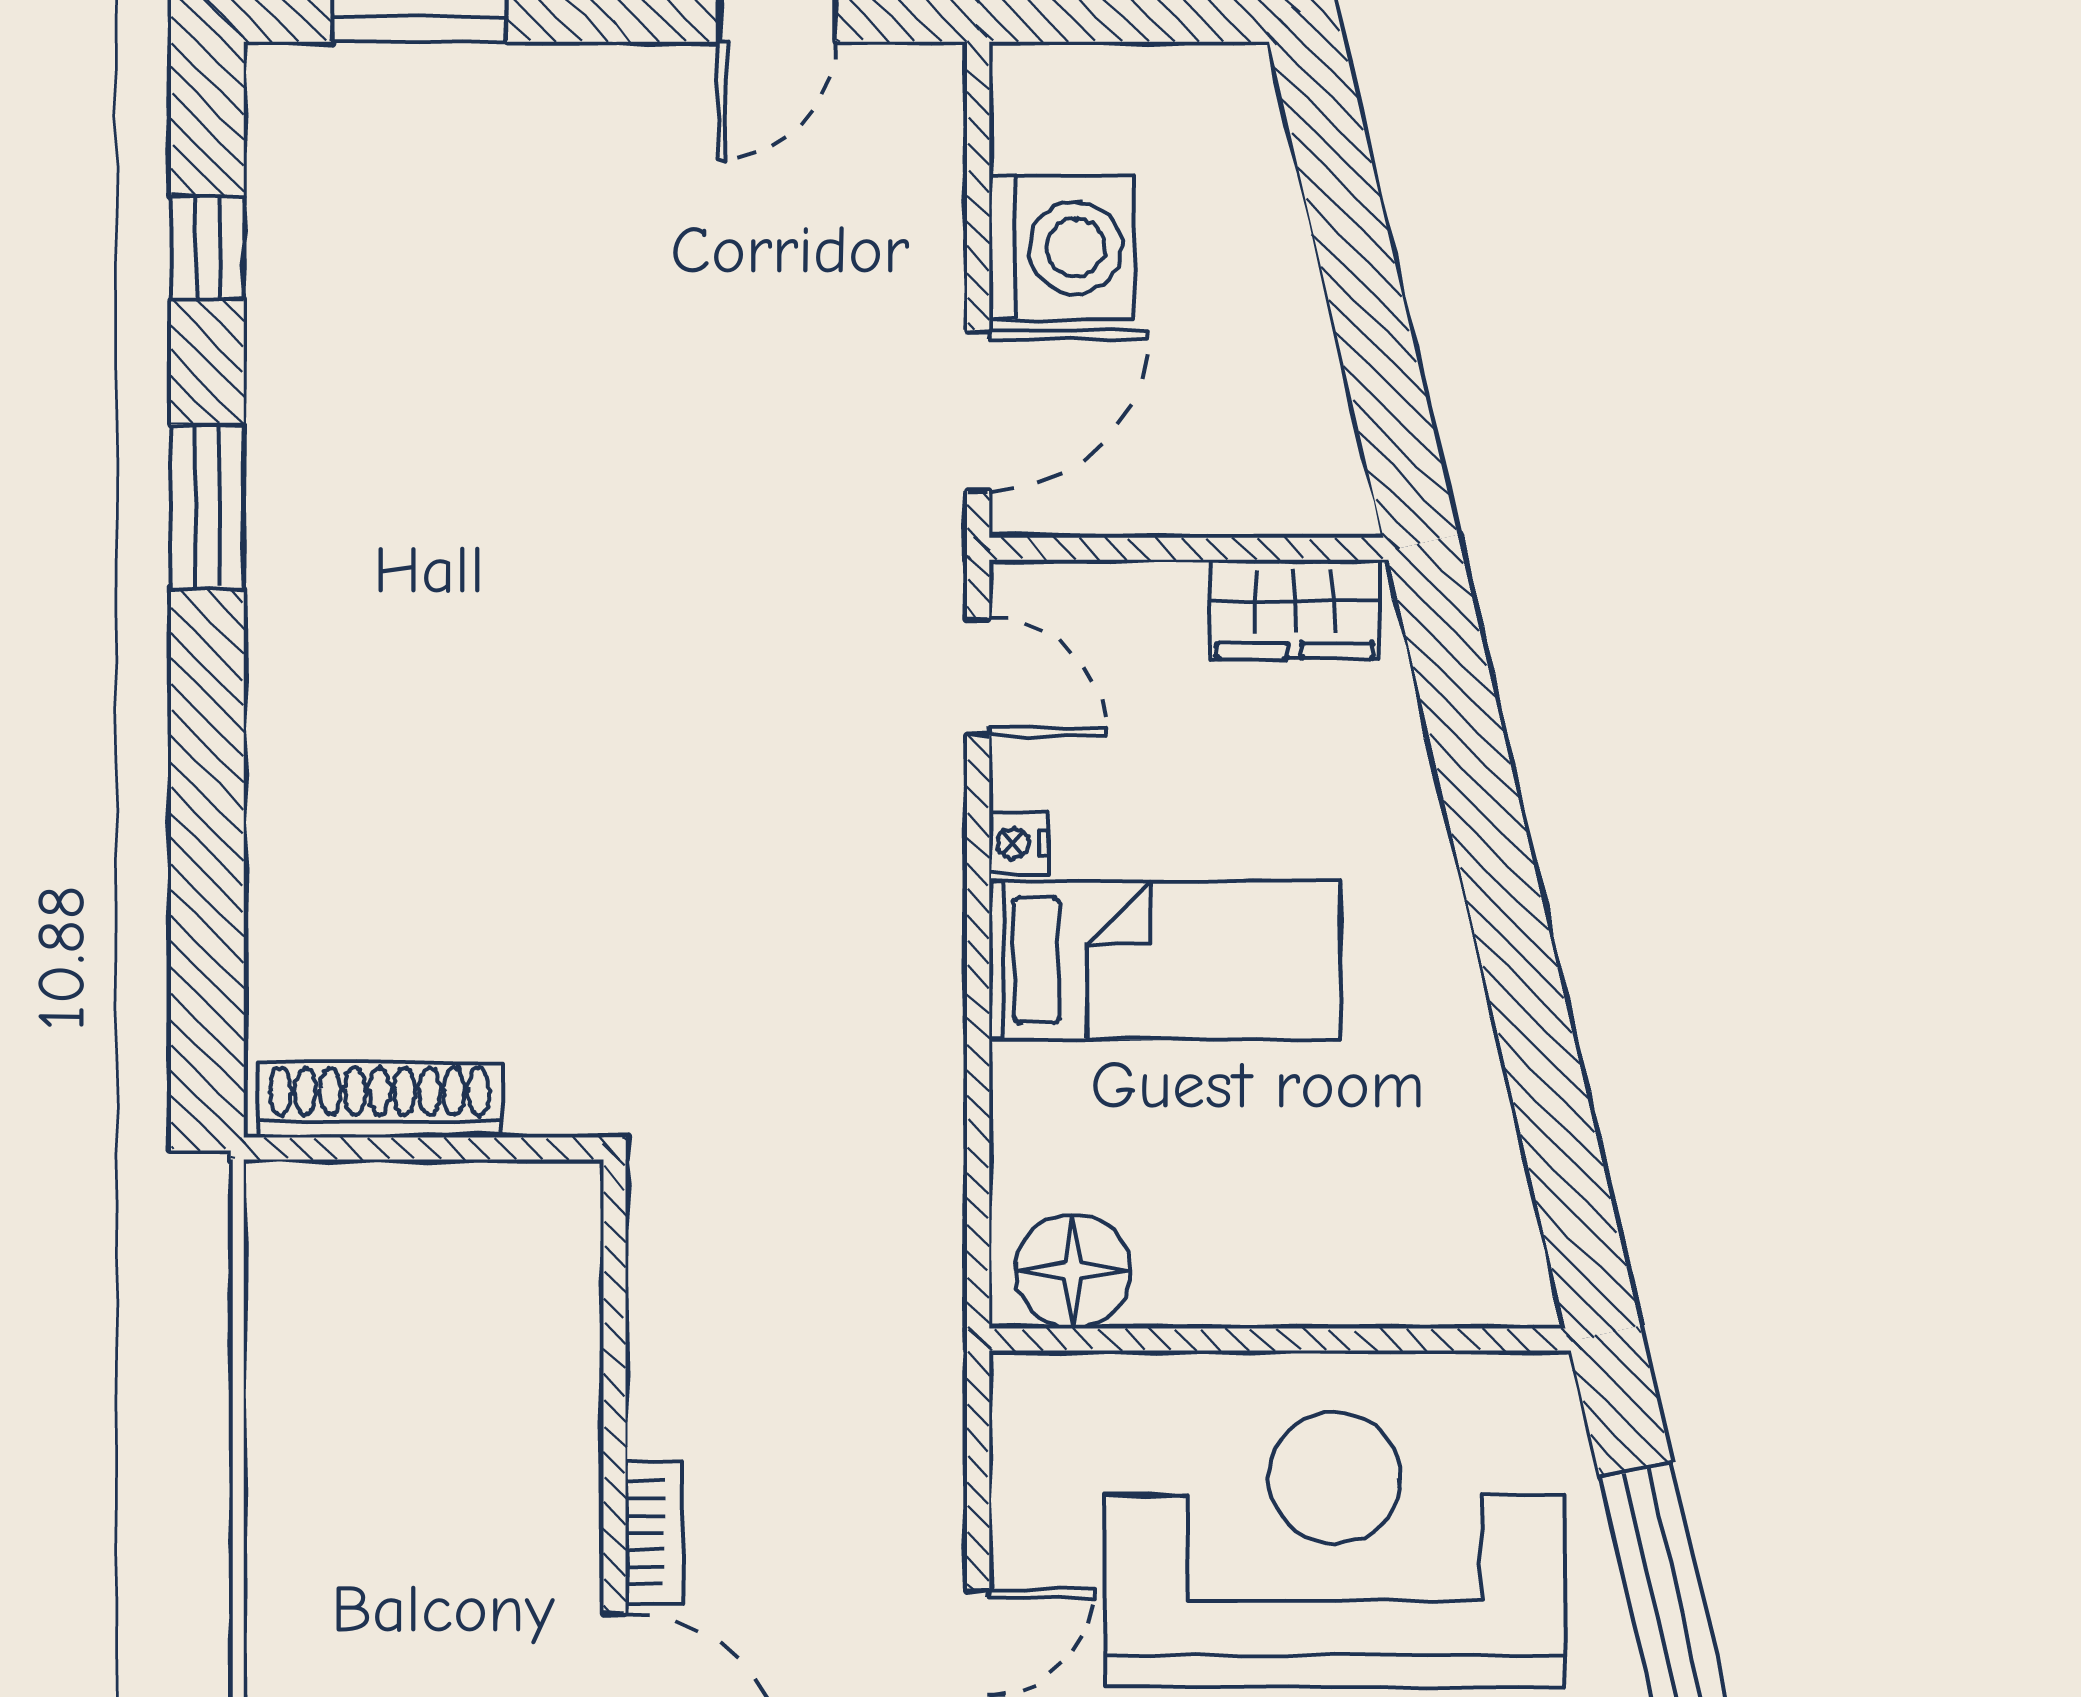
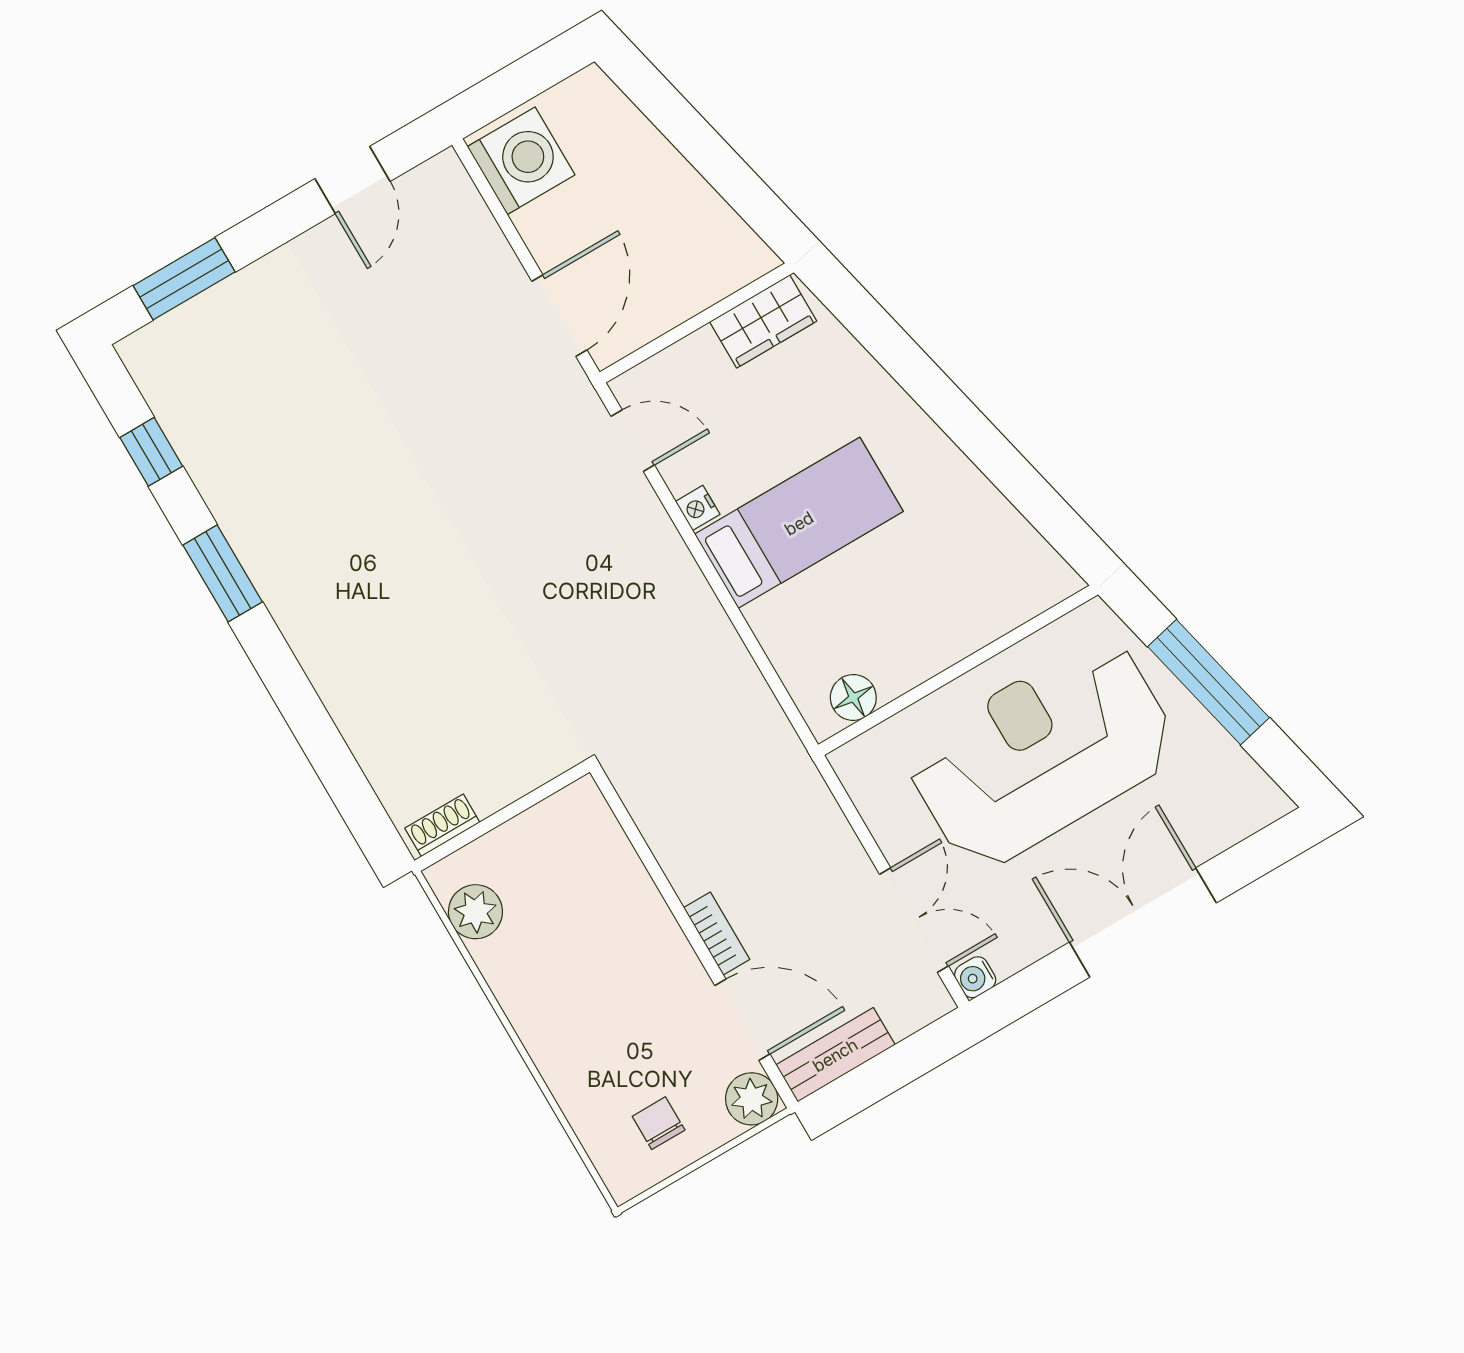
washing machine: (1061, 247) -> (521, 161), moved
shoe rack: (380, 1100) -> (442, 825), width x0.51, depth x0.81
floor lamp: (1073, 1271) -> (853, 698), width x0.73, depth x0.73
plant: (293, 1275) -> (475, 912), added

